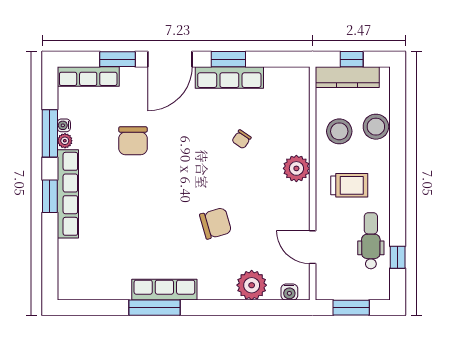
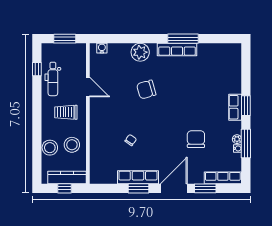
plant: (296, 168) -> (98, 122), removed
row of seats: (68, 194) -> (235, 107), width x0.50
door: (313, 247) -> (88, 87), moved
plant: (252, 285) -> (140, 52), moved

